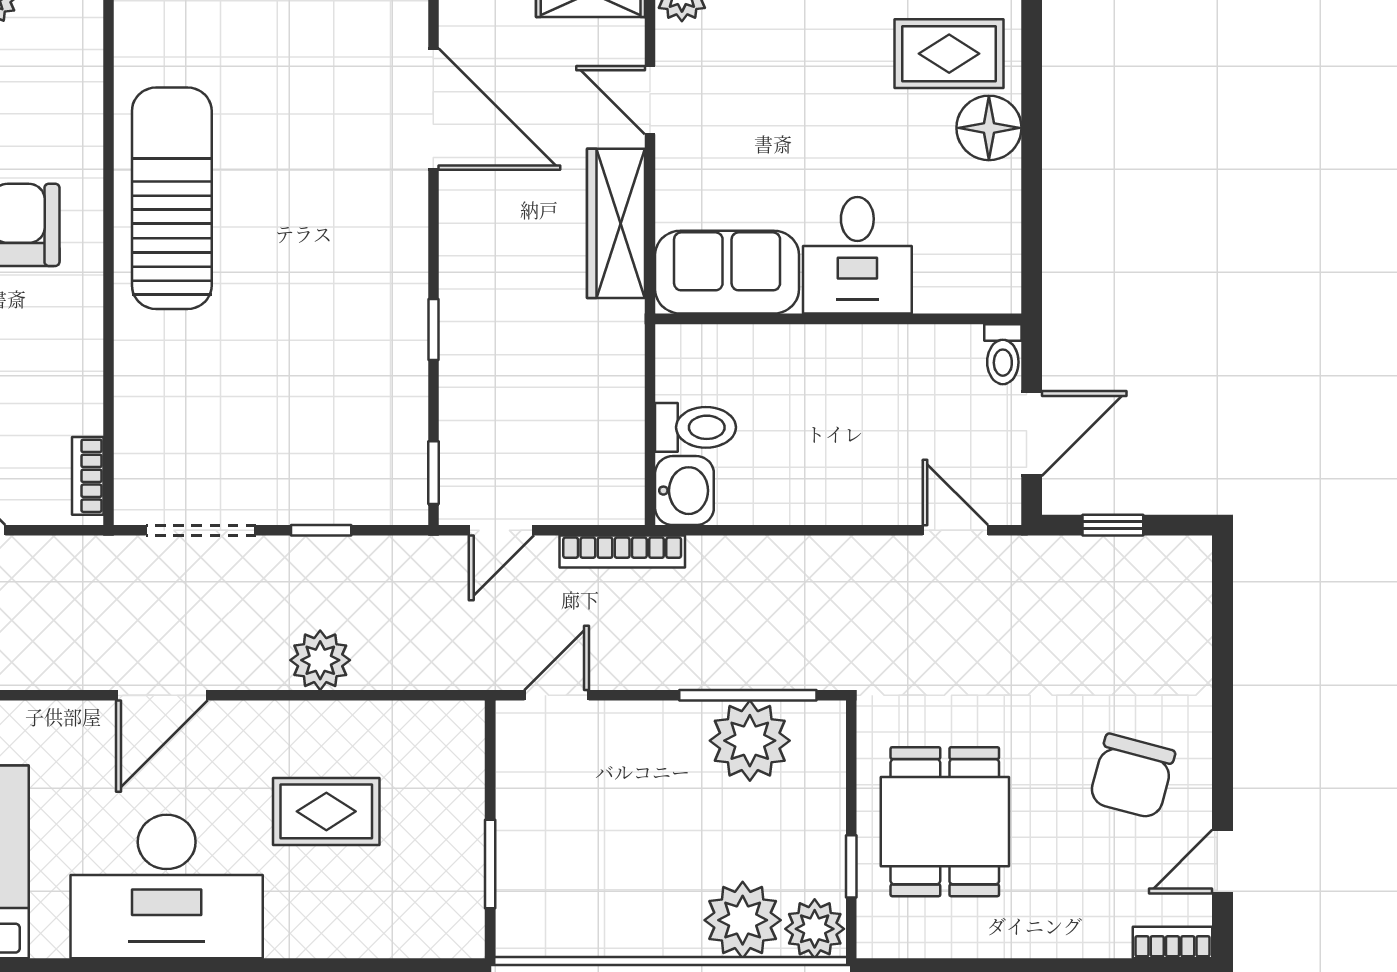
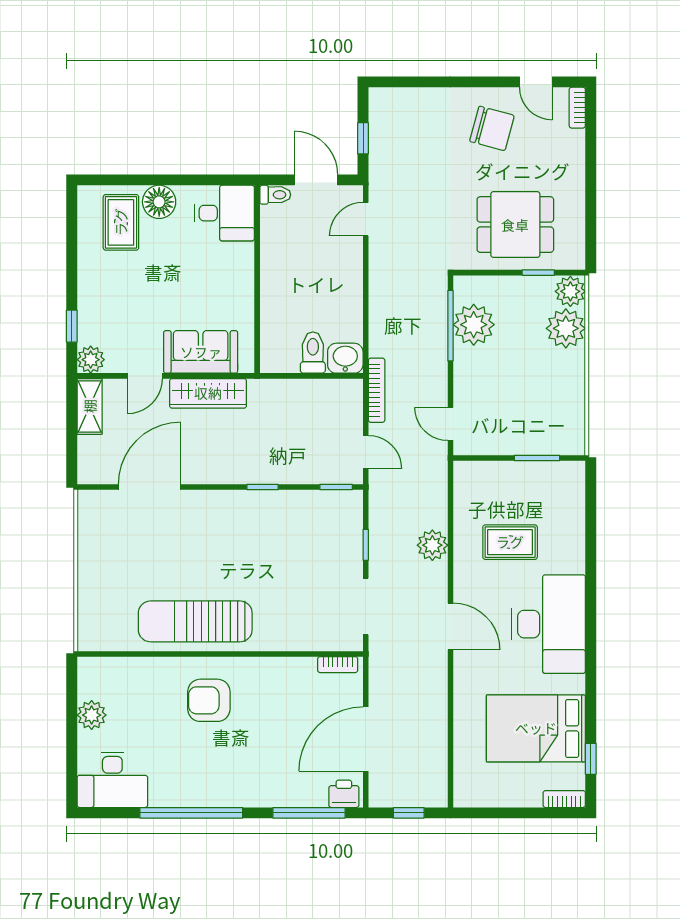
desk: (857, 255) -> (224, 213), moved
sofa: (727, 272) -> (201, 352), moved, turned 90
rug: (326, 811) -> (510, 542), turned 90

